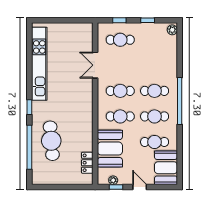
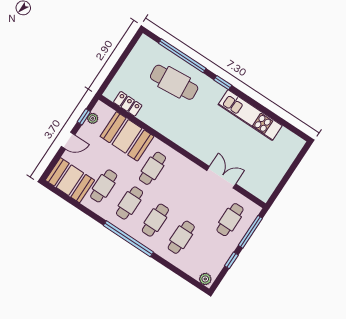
window: (119, 20) -> (250, 232), width x2.17
kitchen unit: (39, 64) -> (250, 115), width x0.73
cafe table: (120, 91) -> (181, 237), moved

